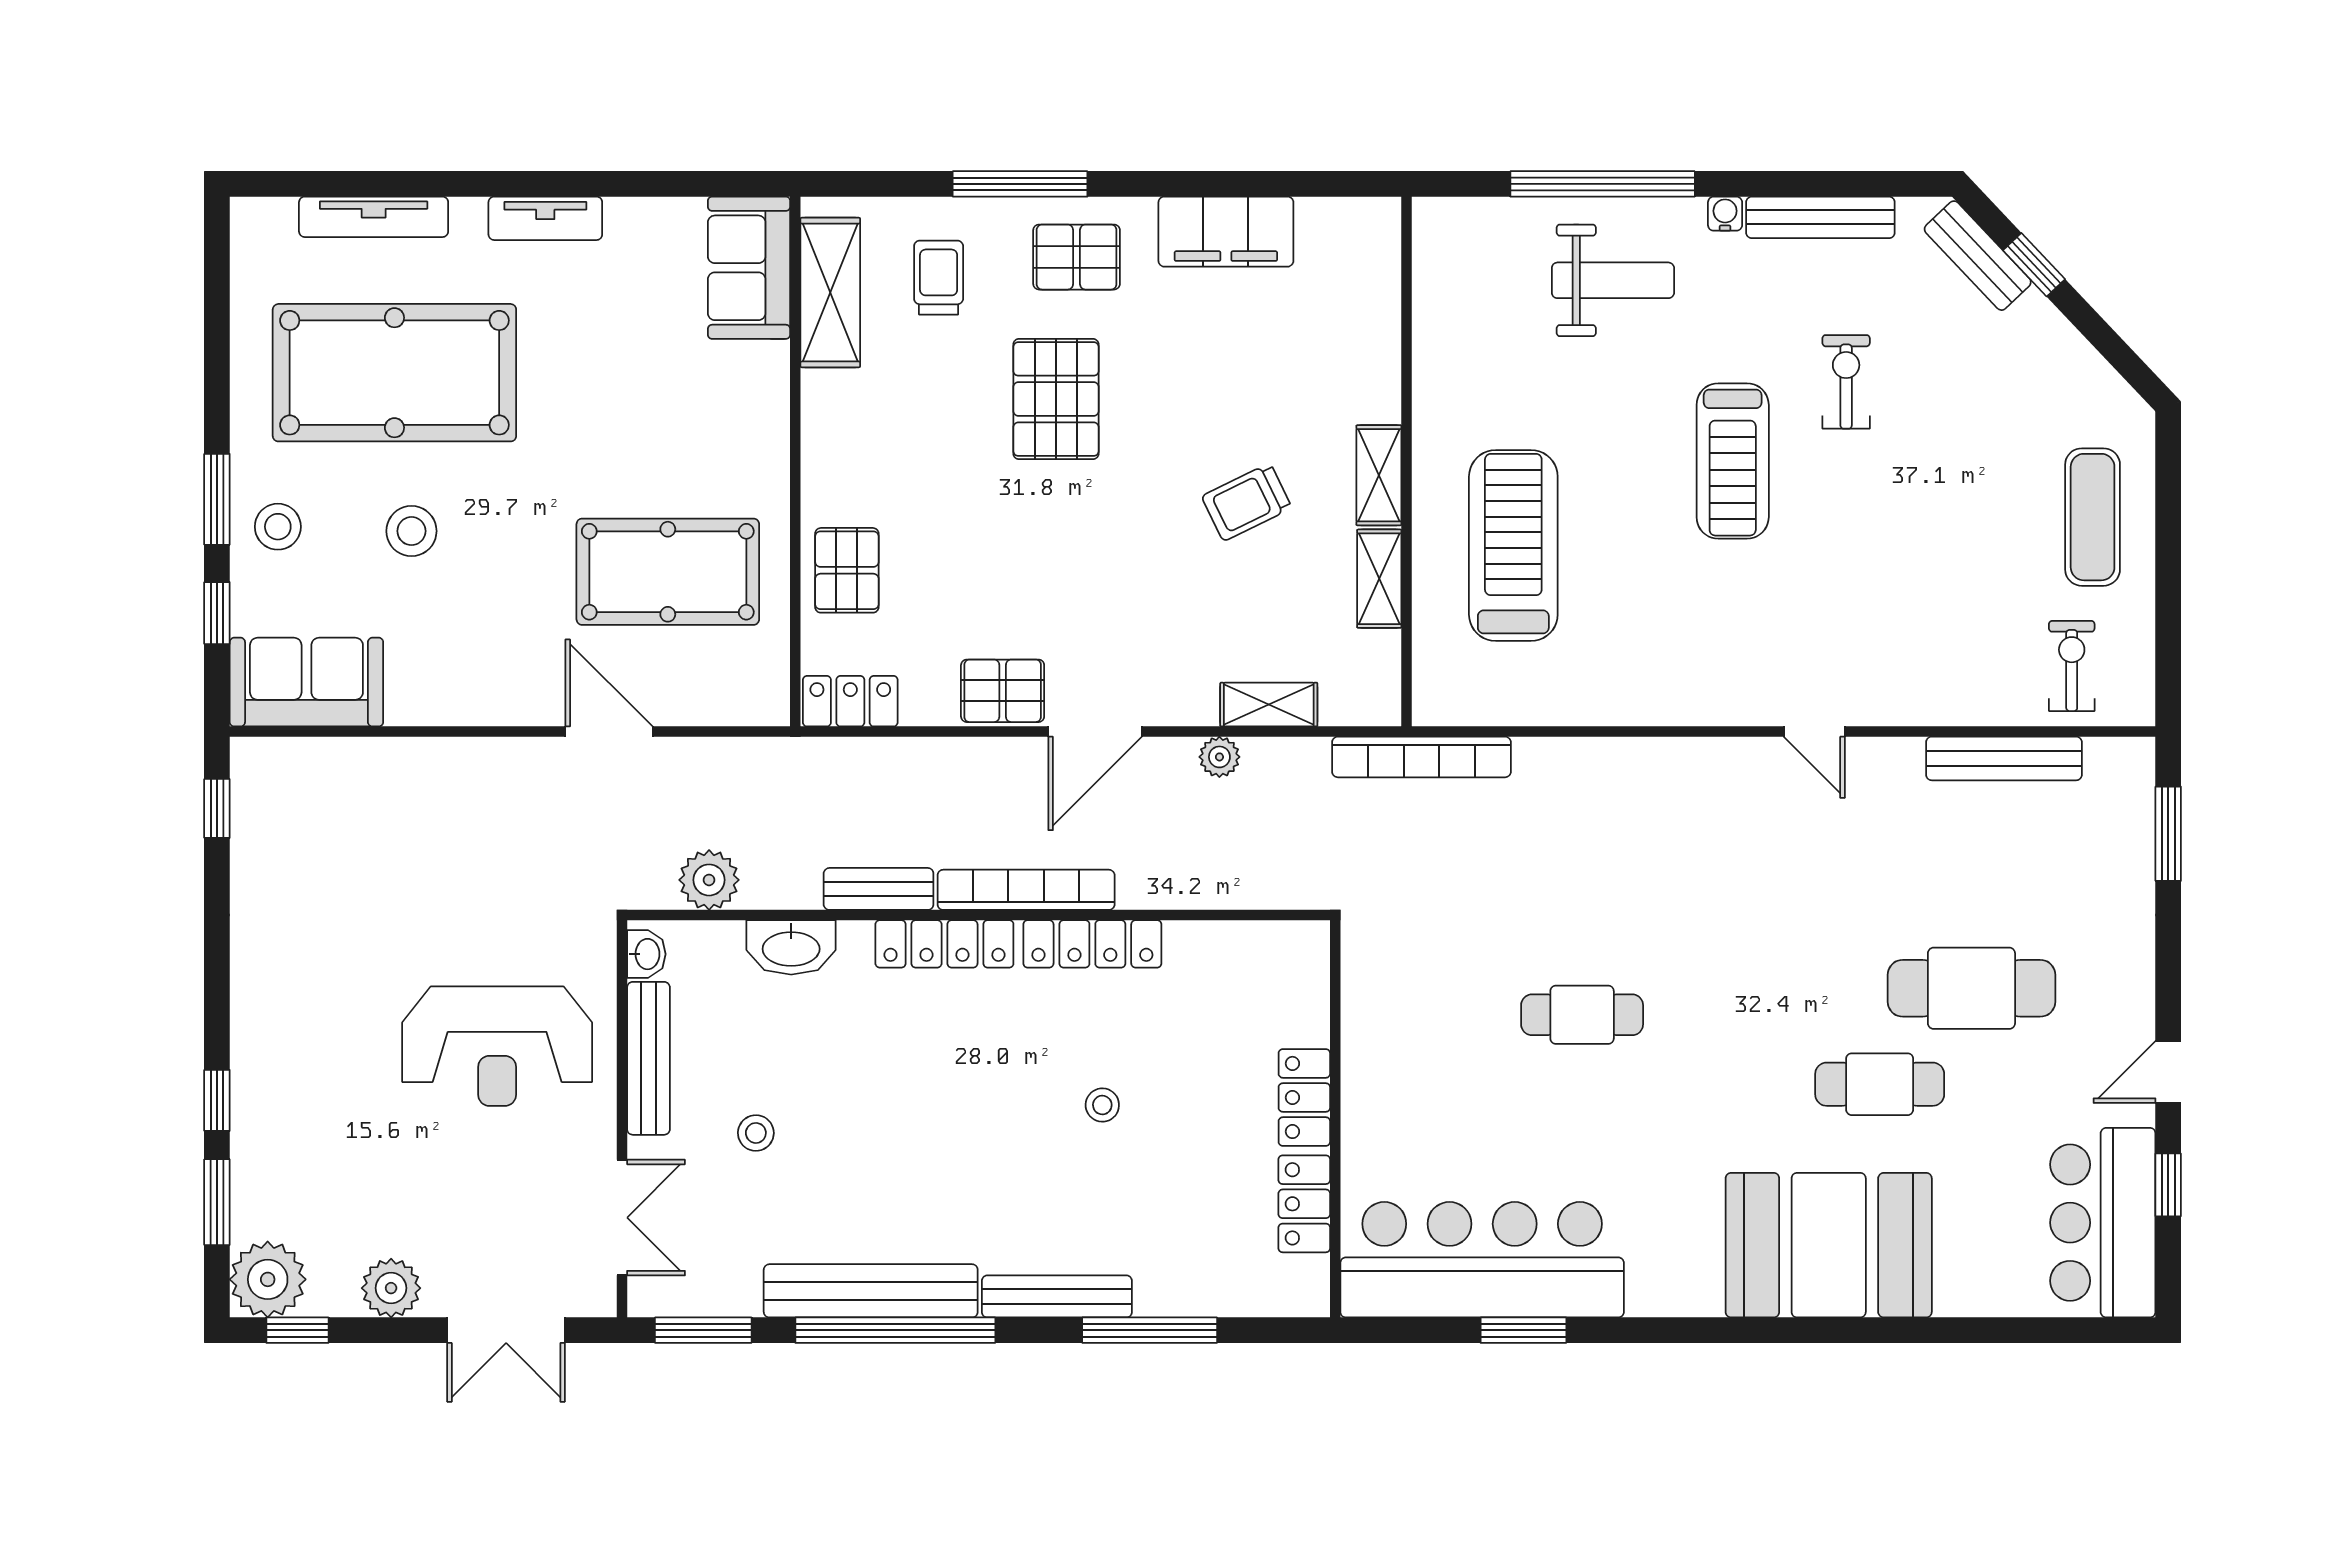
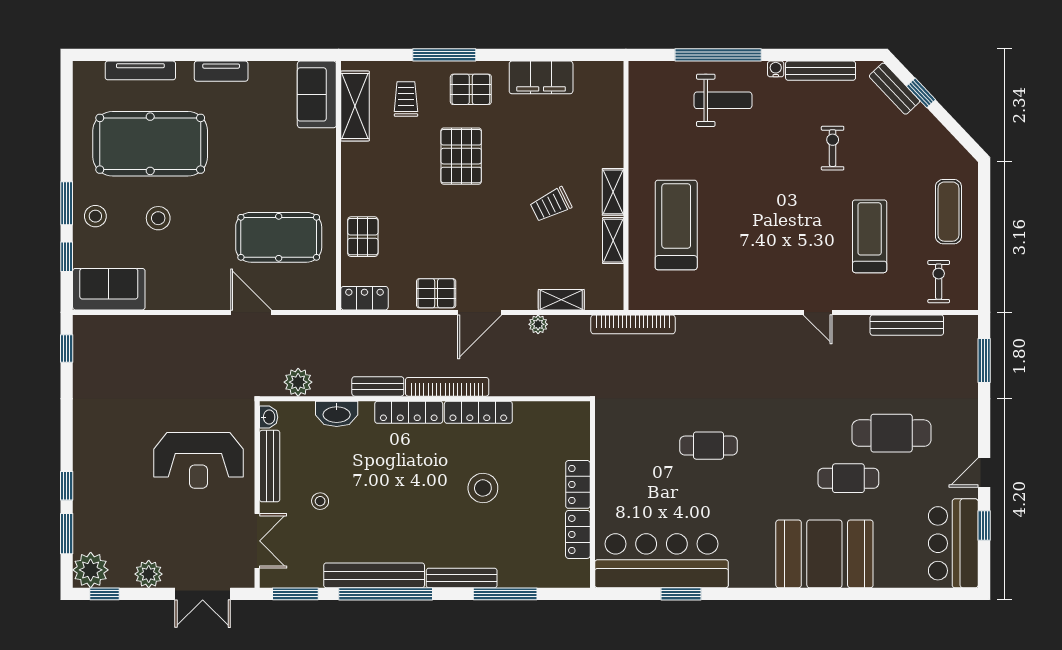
treadmill: (1733, 461) -> (870, 236), moved, turned 180
stool: (1102, 1105) -> (483, 488), width x1.89, depth x1.89

